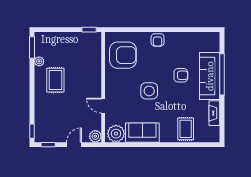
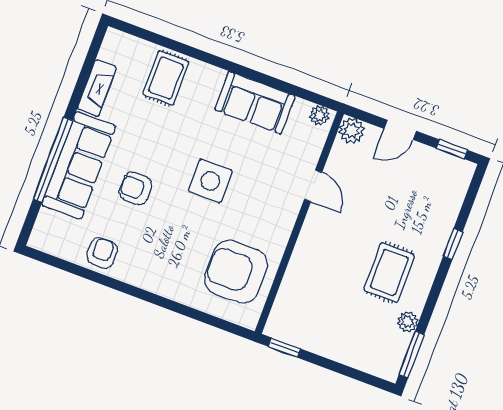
armchair: (158, 40) -> (102, 253), moved
window: (32, 131) -> (453, 244), moved
plant: (116, 134) -> (319, 115), width x0.53, depth x0.53

